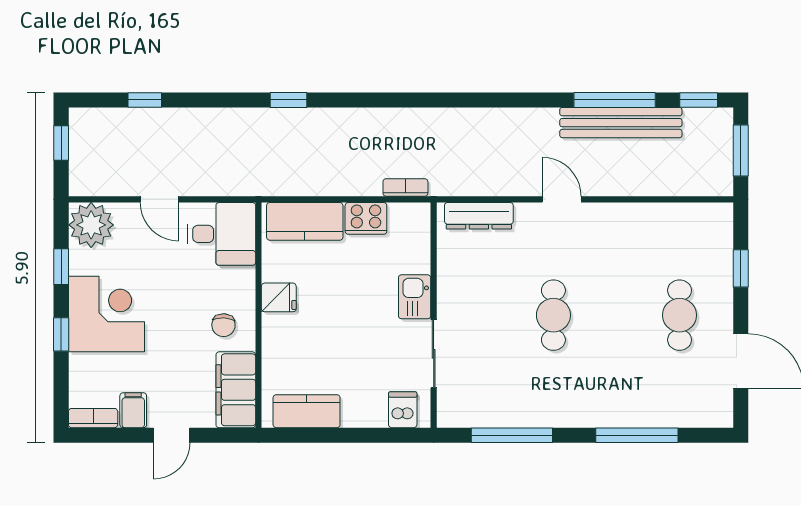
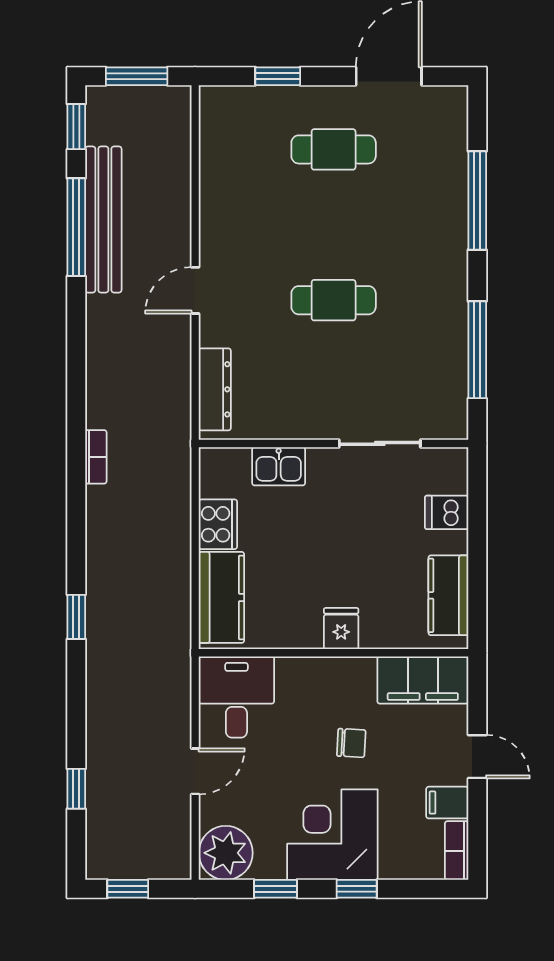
bookcase: (405, 187) -> (96, 457), moved, turned 180
fridge: (279, 297) -> (341, 629), moved
kitchen sink: (415, 297) -> (279, 466), moved
chair: (223, 325) -> (351, 743), moved
dishwasher: (403, 410) -> (447, 512), moved

